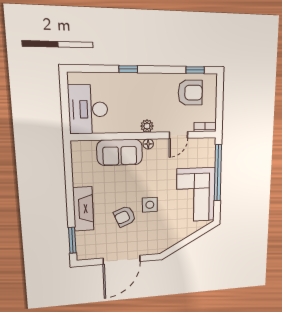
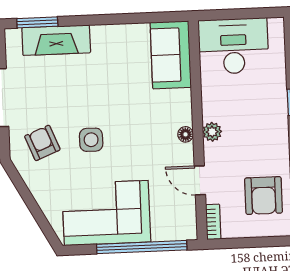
sofa: (120, 152) -> (171, 55), moved
fireplace: (83, 209) -> (56, 40), moved
armchair: (125, 216) -> (42, 143), moved

